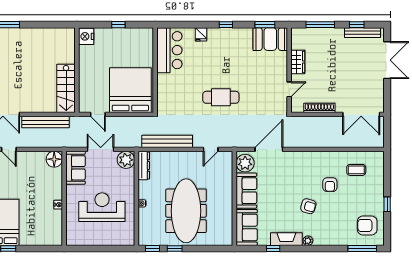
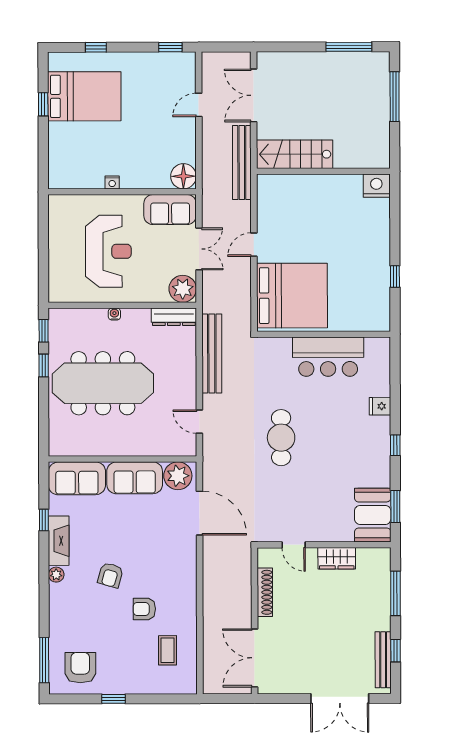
nightstand: (86, 36) -> (376, 186), moved
bar counter: (169, 50) -> (328, 357), moved
wall: (77, 70) -> (323, 171), moved
stairs: (66, 88) -> (295, 154), moved

